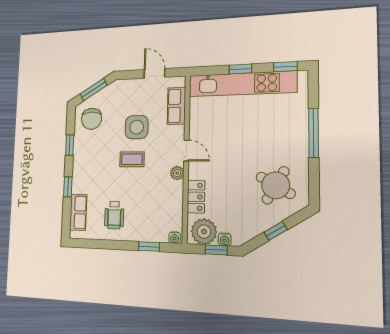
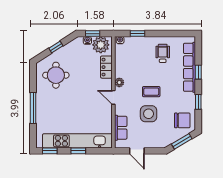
chair: (92, 119) -> (182, 120), turned 90
round table: (276, 185) -> (56, 75), turned -30
row of seats: (78, 212) -> (189, 67), width x2.02

